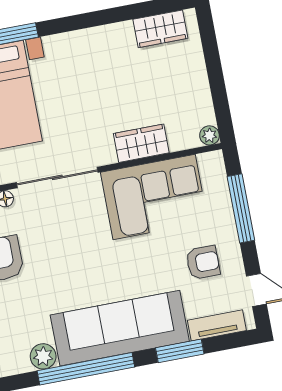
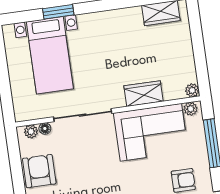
plant: (208, 161) -> (191, 109), added

